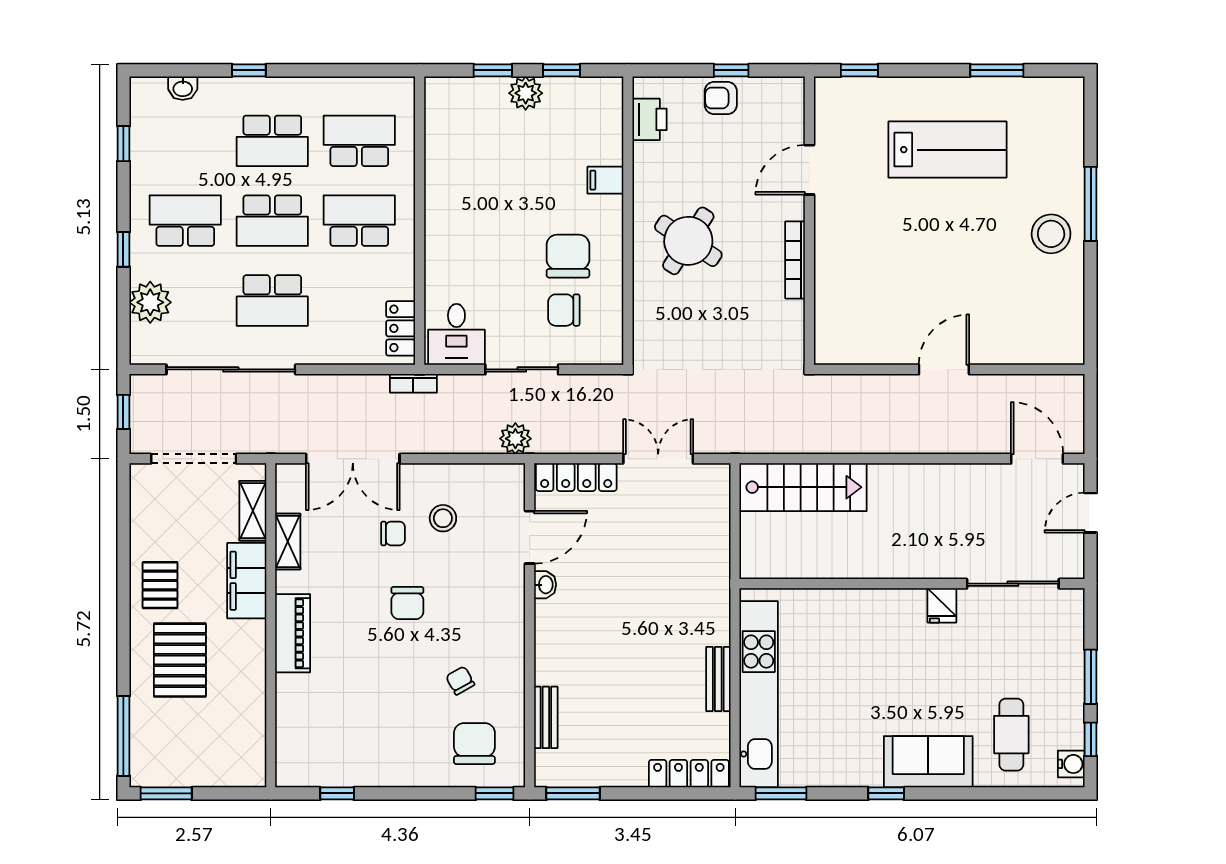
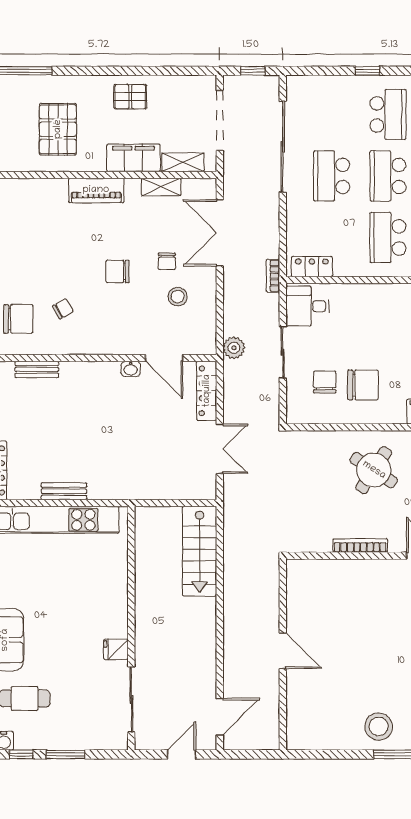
school desk: (359, 221) -> (388, 237), turned 180
plant: (150, 302) -> (330, 90), removed
door: (1091, 513) -> (182, 754), hinge flipped
pallet: (180, 660) -> (58, 129), moved, turned 90

